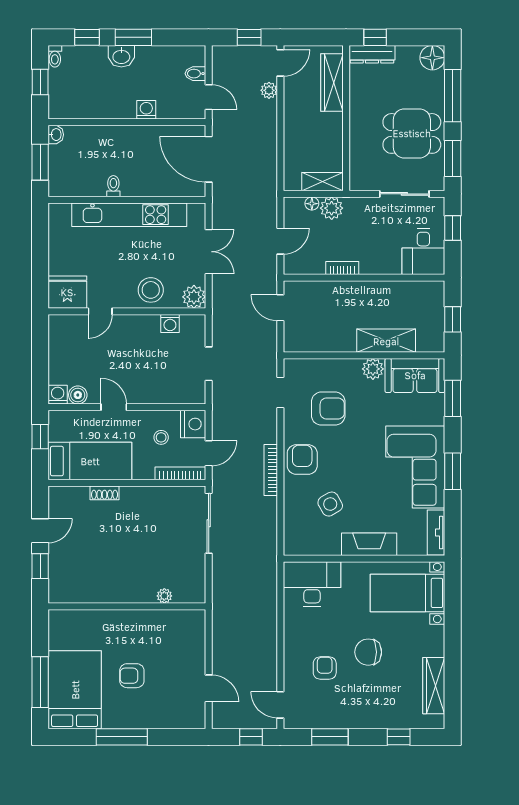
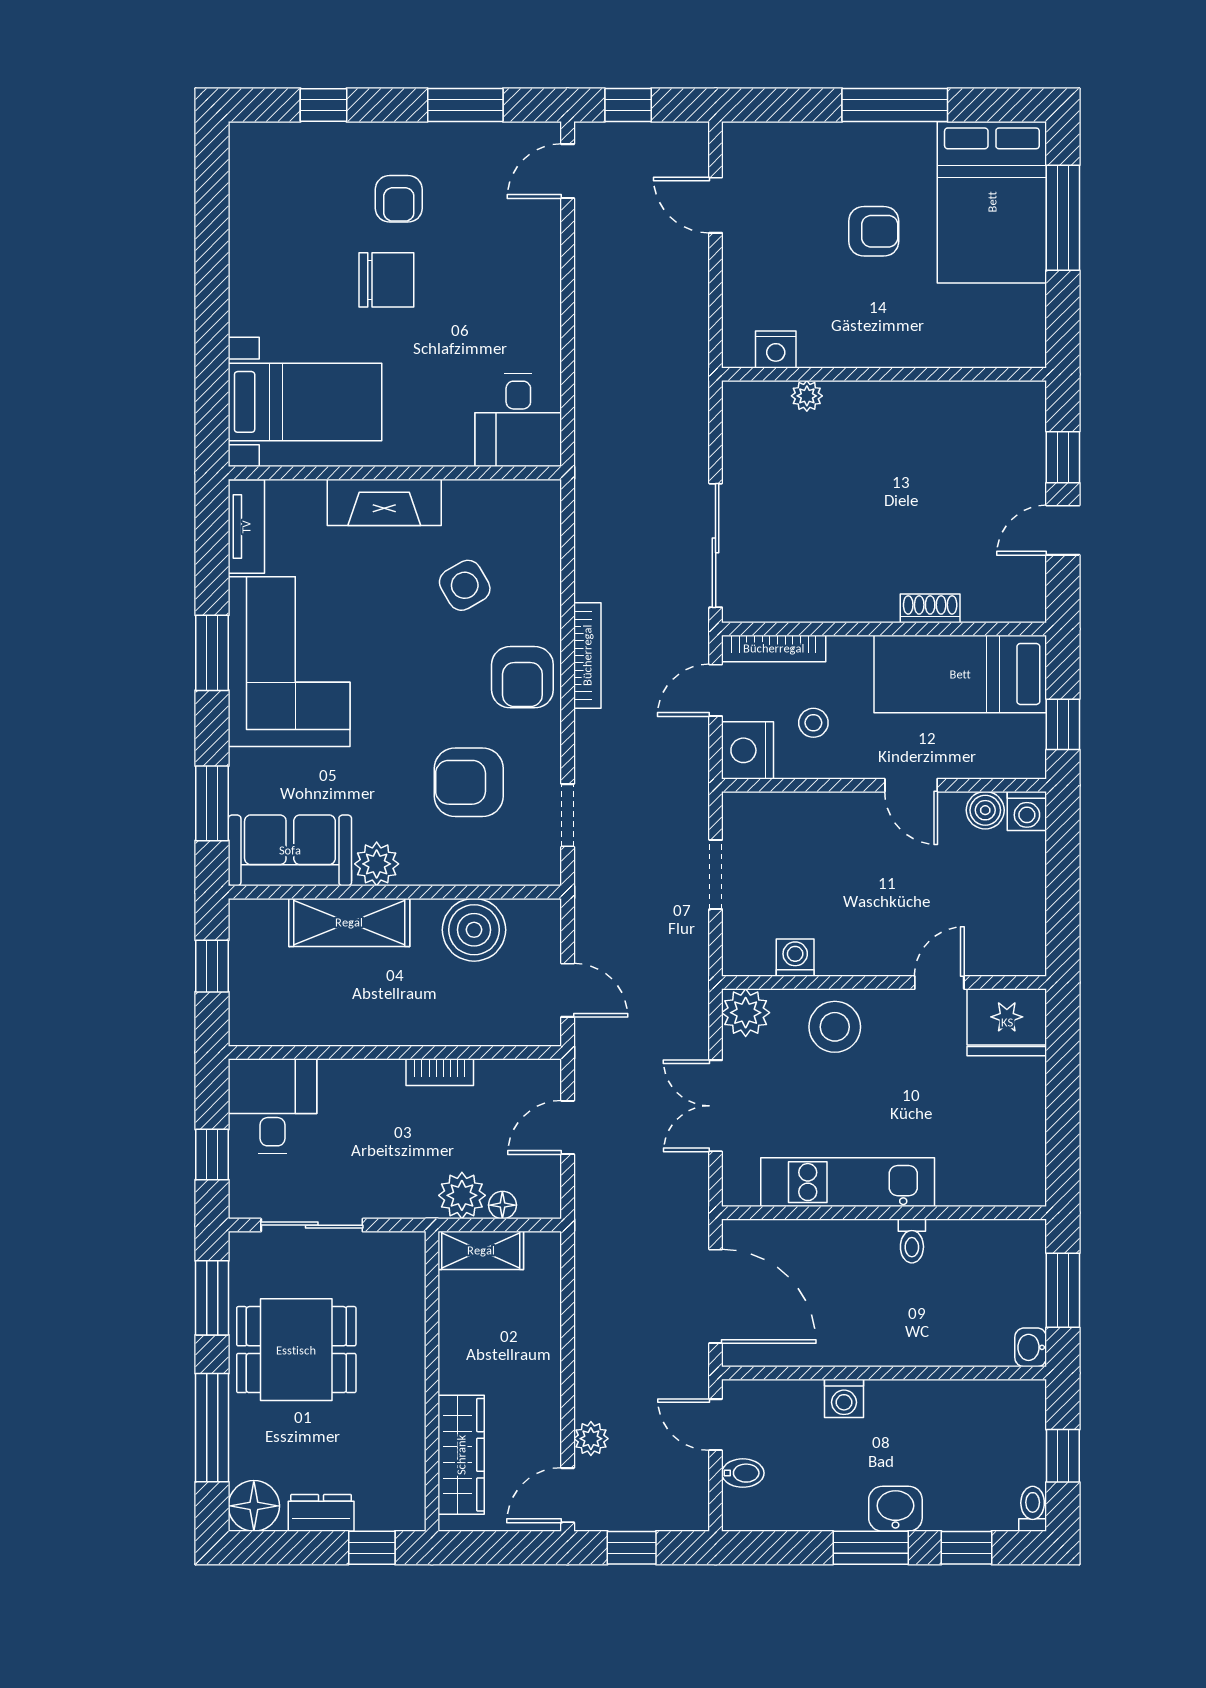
dresser: (372, 54) -> (321, 1513), moved, width x0.70
kitchen unit: (129, 215) -> (848, 1182), width x0.73
boiler: (326, 337) -> (474, 930), added
desk: (312, 584) -> (518, 420), width x0.73
nightstand: (179, 618) -> (776, 349), added
armchair: (325, 668) -> (399, 199), moved
wardrobe: (434, 686) -> (251, 211), removed
door: (280, 705) -> (568, 171), swing flipped

